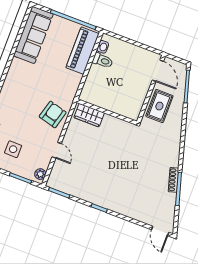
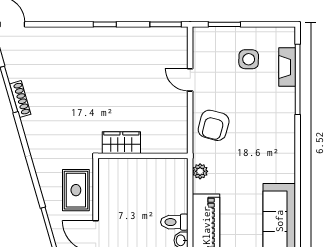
wardrobe: (89, 115) -> (121, 143), moved
plant: (40, 174) -> (200, 171), moved

